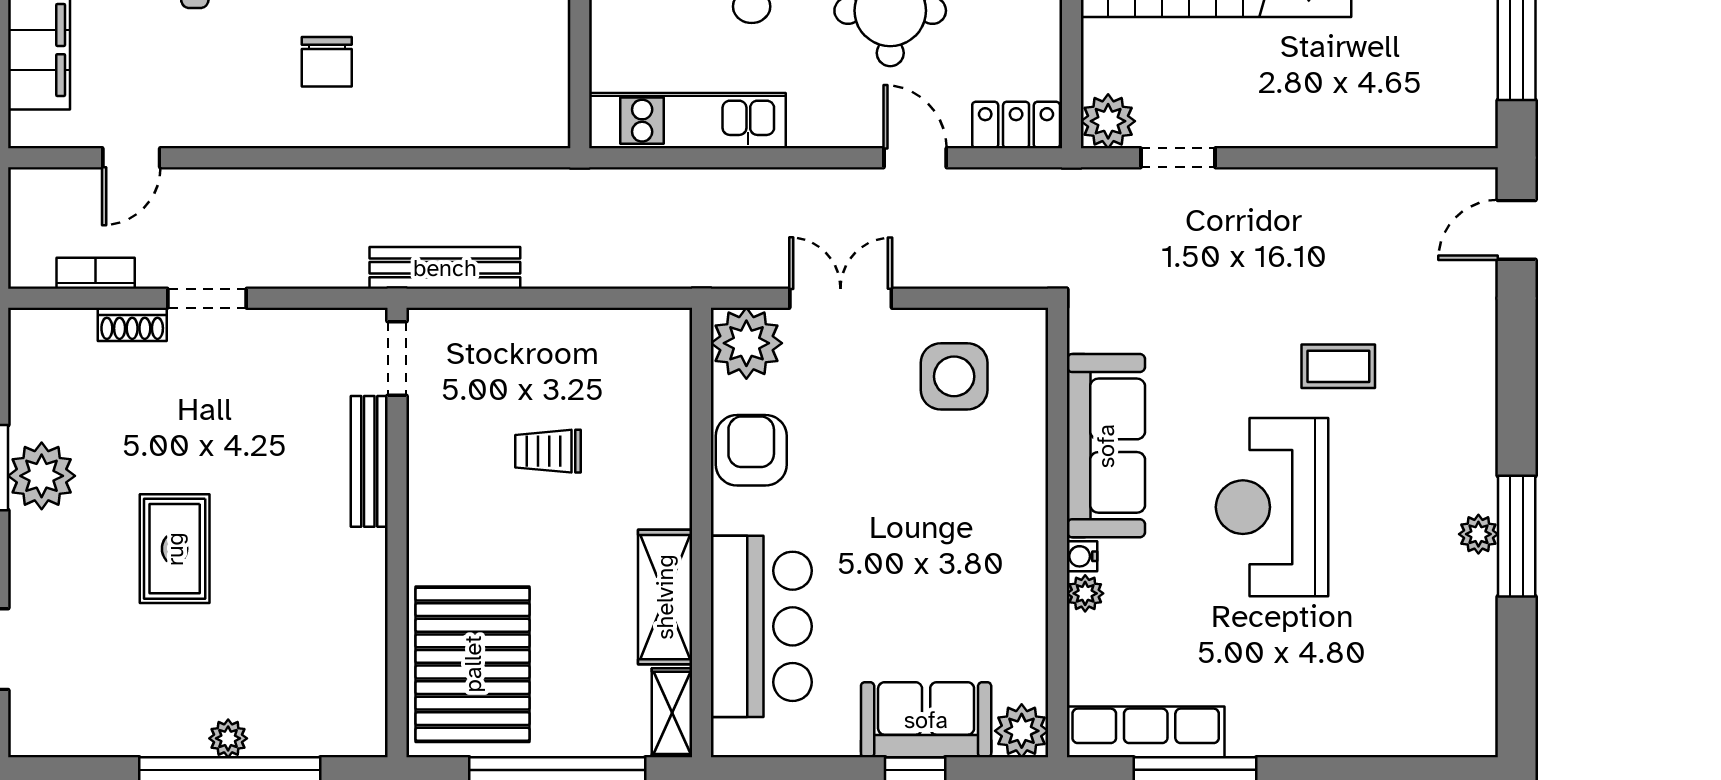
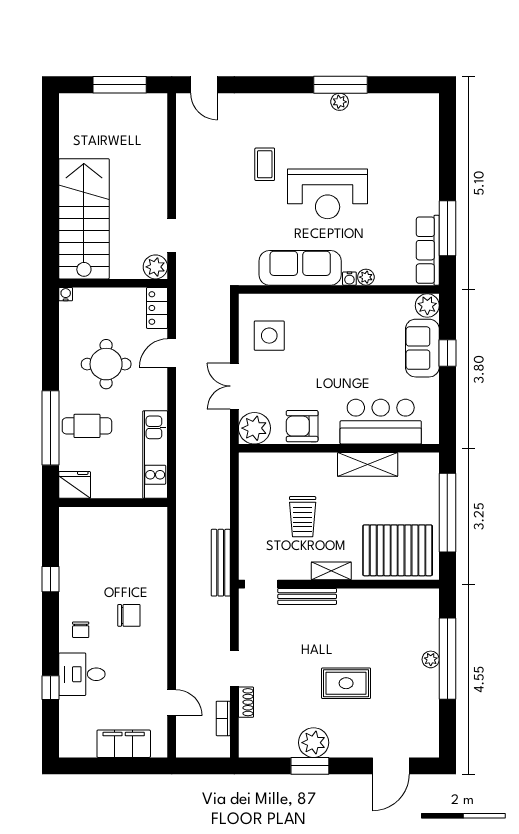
trolley: (548, 451) -> (303, 517), width x1.36, depth x1.39
shelving: (672, 713) -> (331, 571), moved

